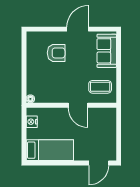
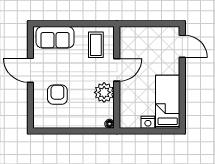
plant: (58, 94) -> (104, 92), added
nightstand: (32, 122) -> (148, 122), moved

